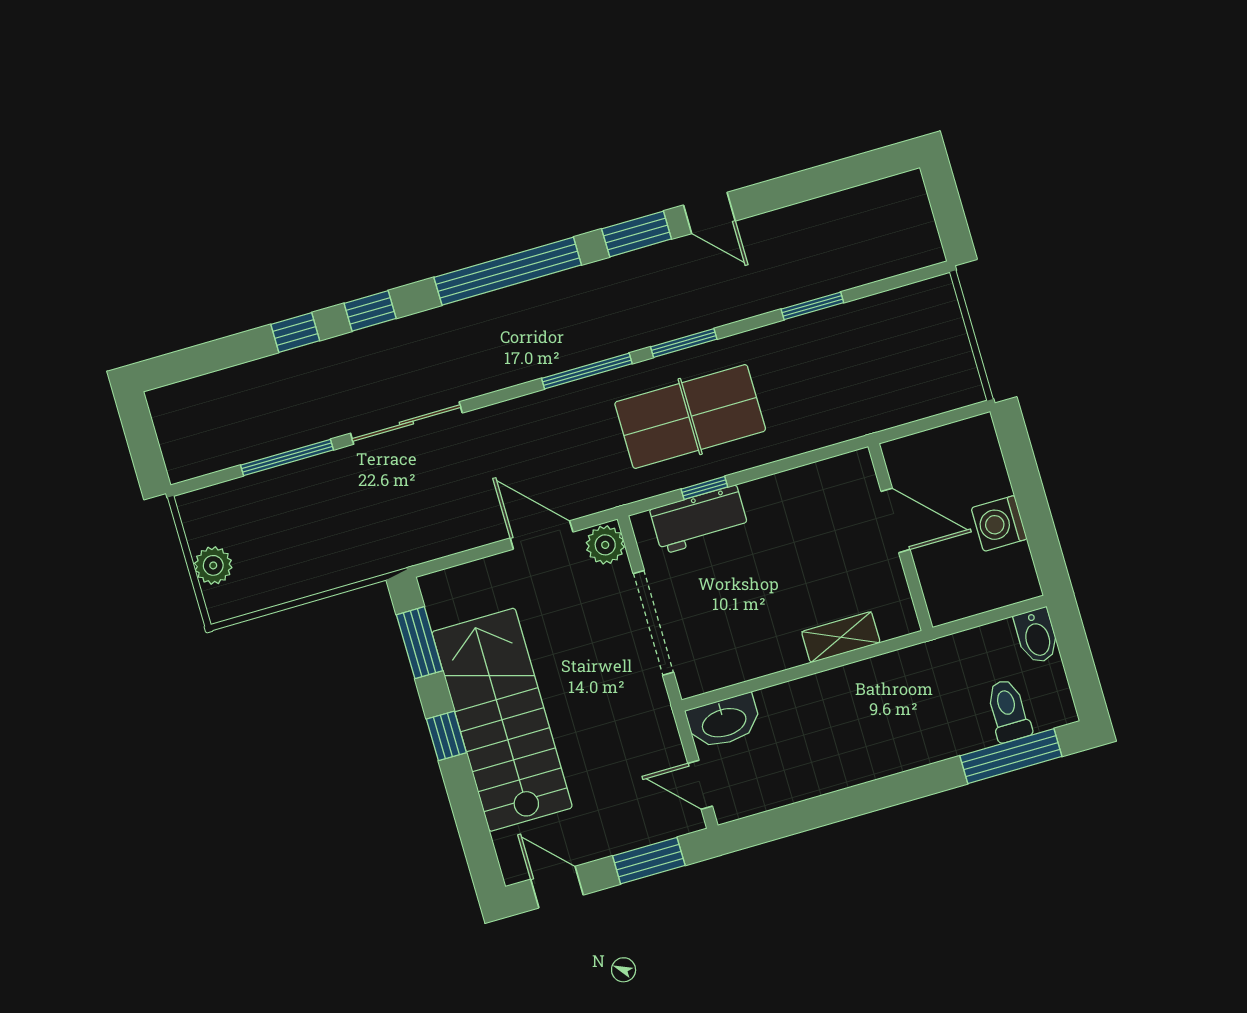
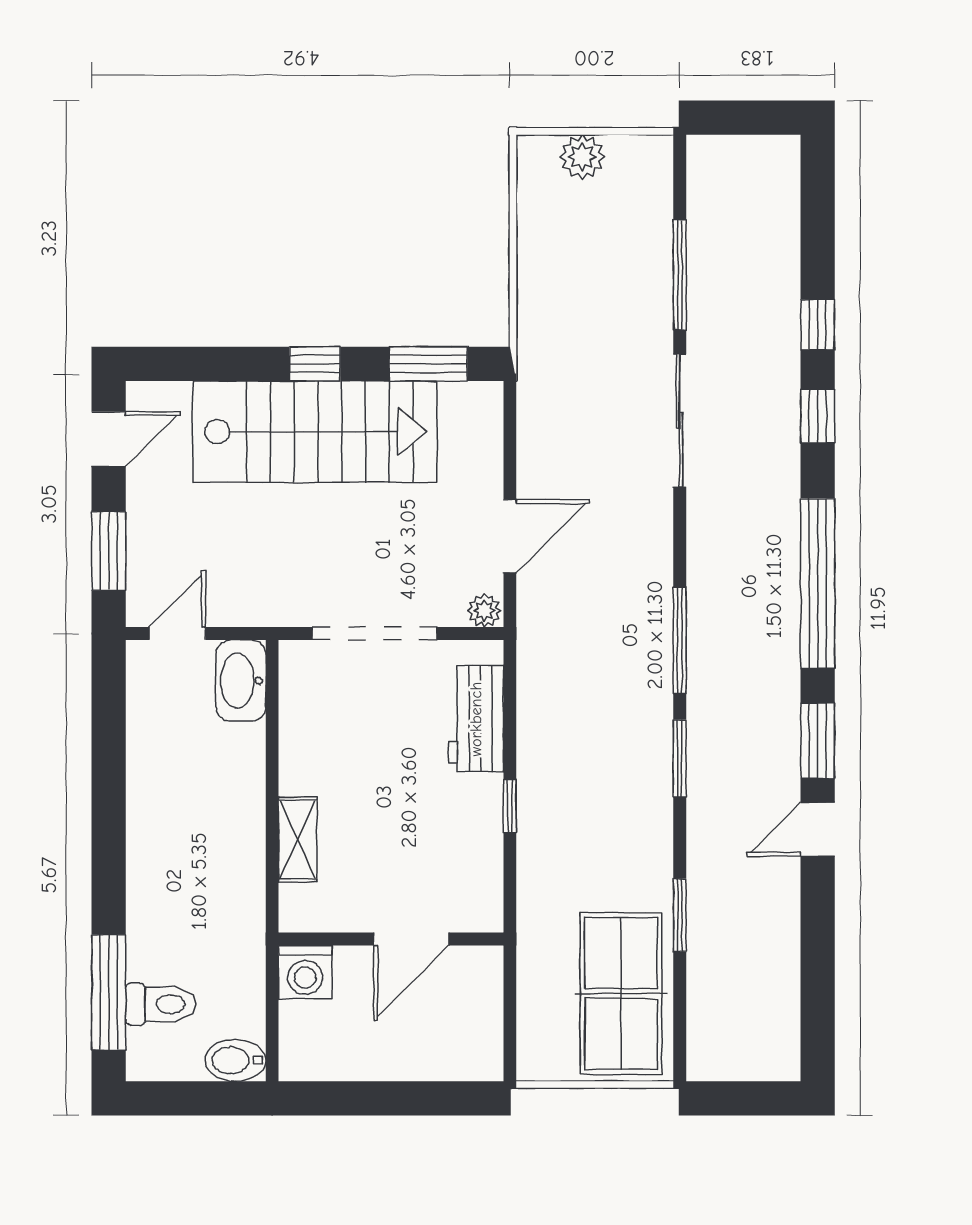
table tennis table: (690, 416) -> (621, 993), moved
window: (704, 488) -> (510, 806), moved
washing machine: (999, 523) -> (305, 972), moved, turned 180
plant: (605, 545) -> (484, 611), width x0.73, depth x0.73

